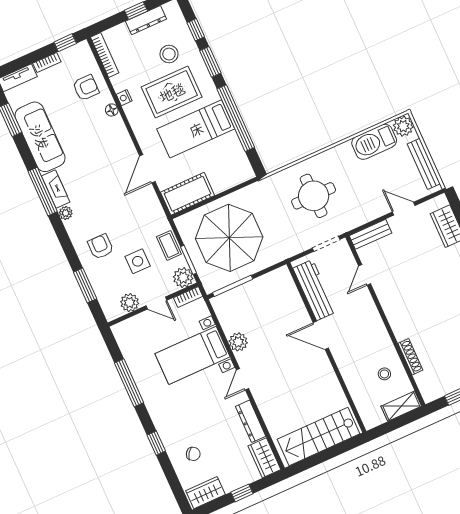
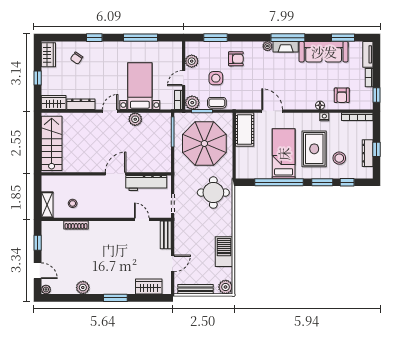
barbecue: (374, 142) -> (224, 252), moved
round table: (314, 196) -> (213, 193), moved
door: (242, 379) -> (110, 111), hinge flipped

